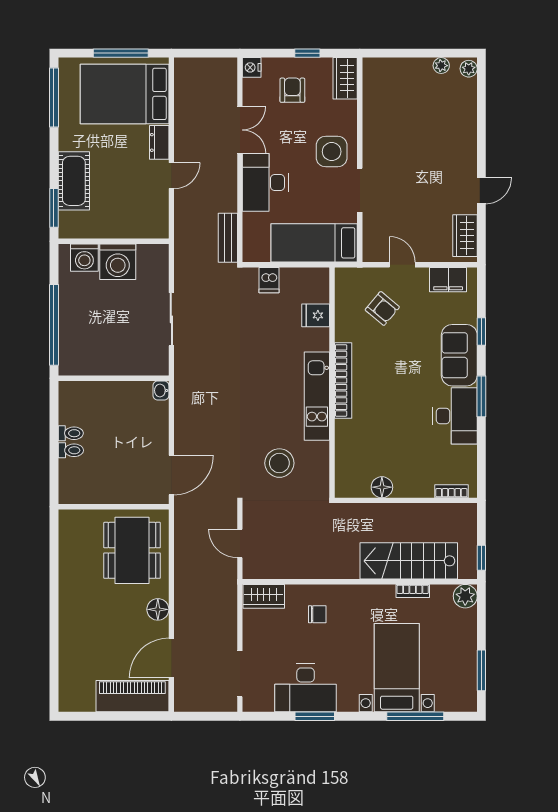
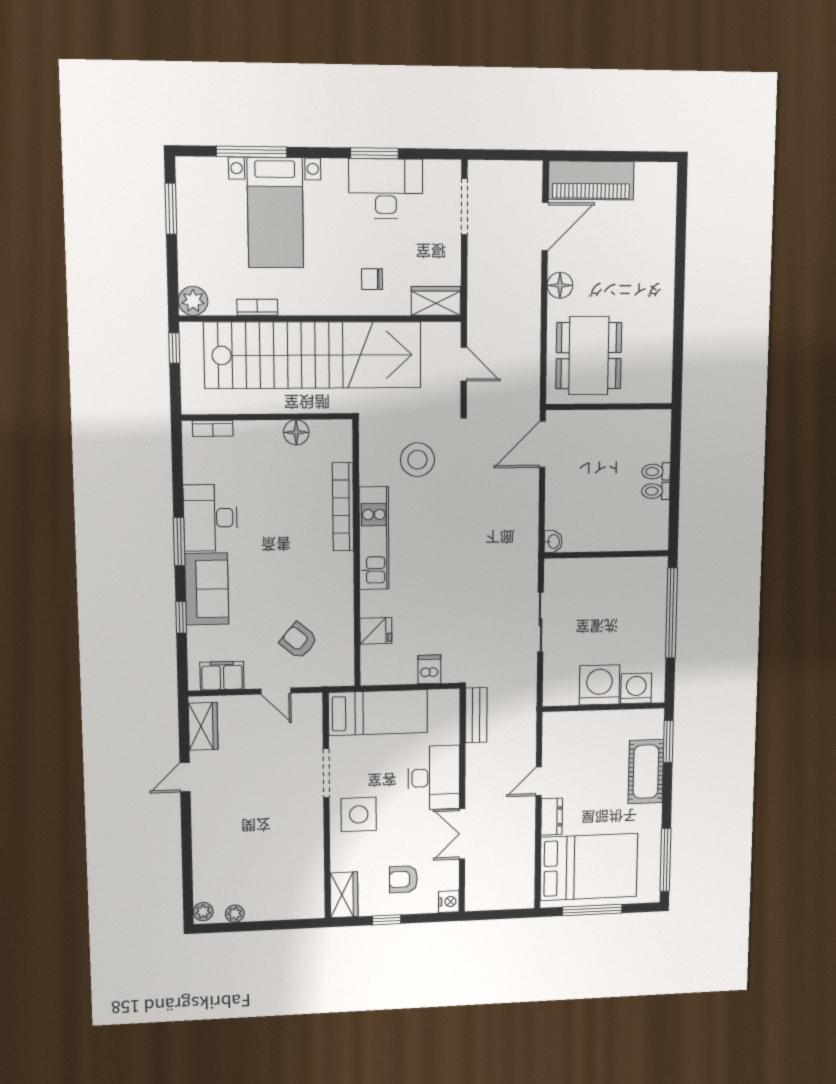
armchair: (292, 90) -> (403, 879), turned 90
bookcase: (343, 380) -> (343, 507), moved
stairs: (409, 561) -> (313, 355), width x1.86, depth x1.51

